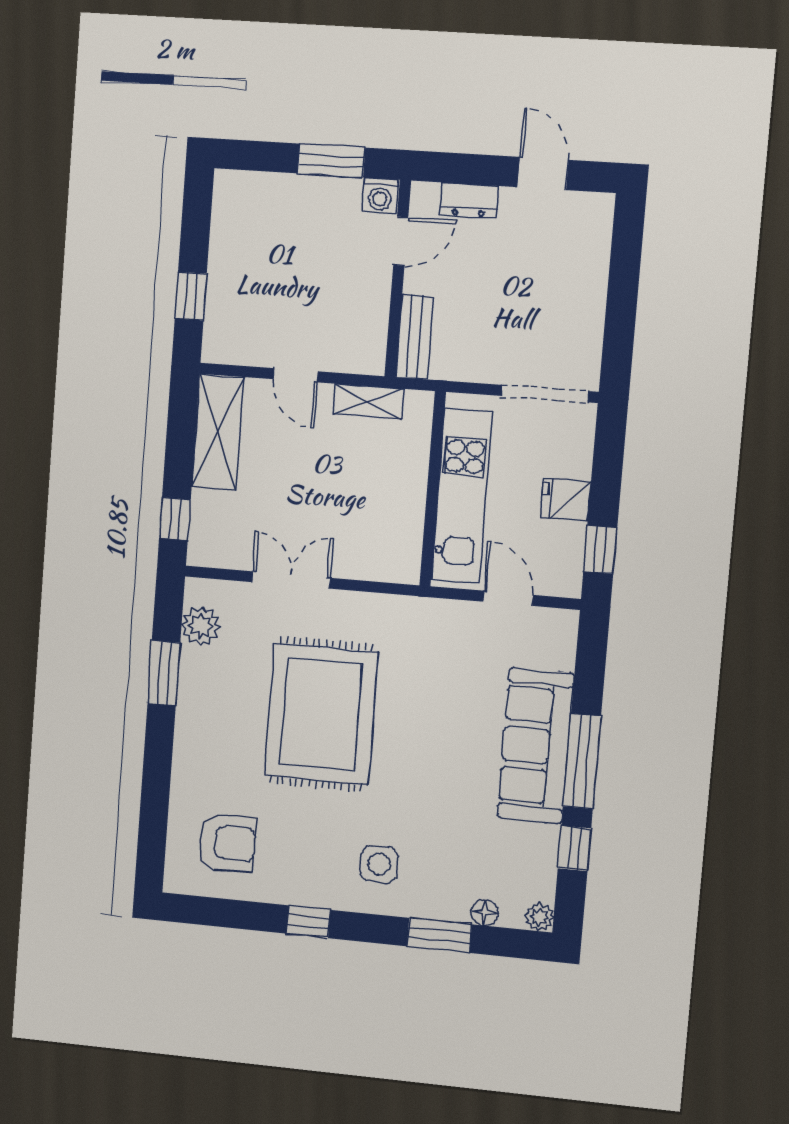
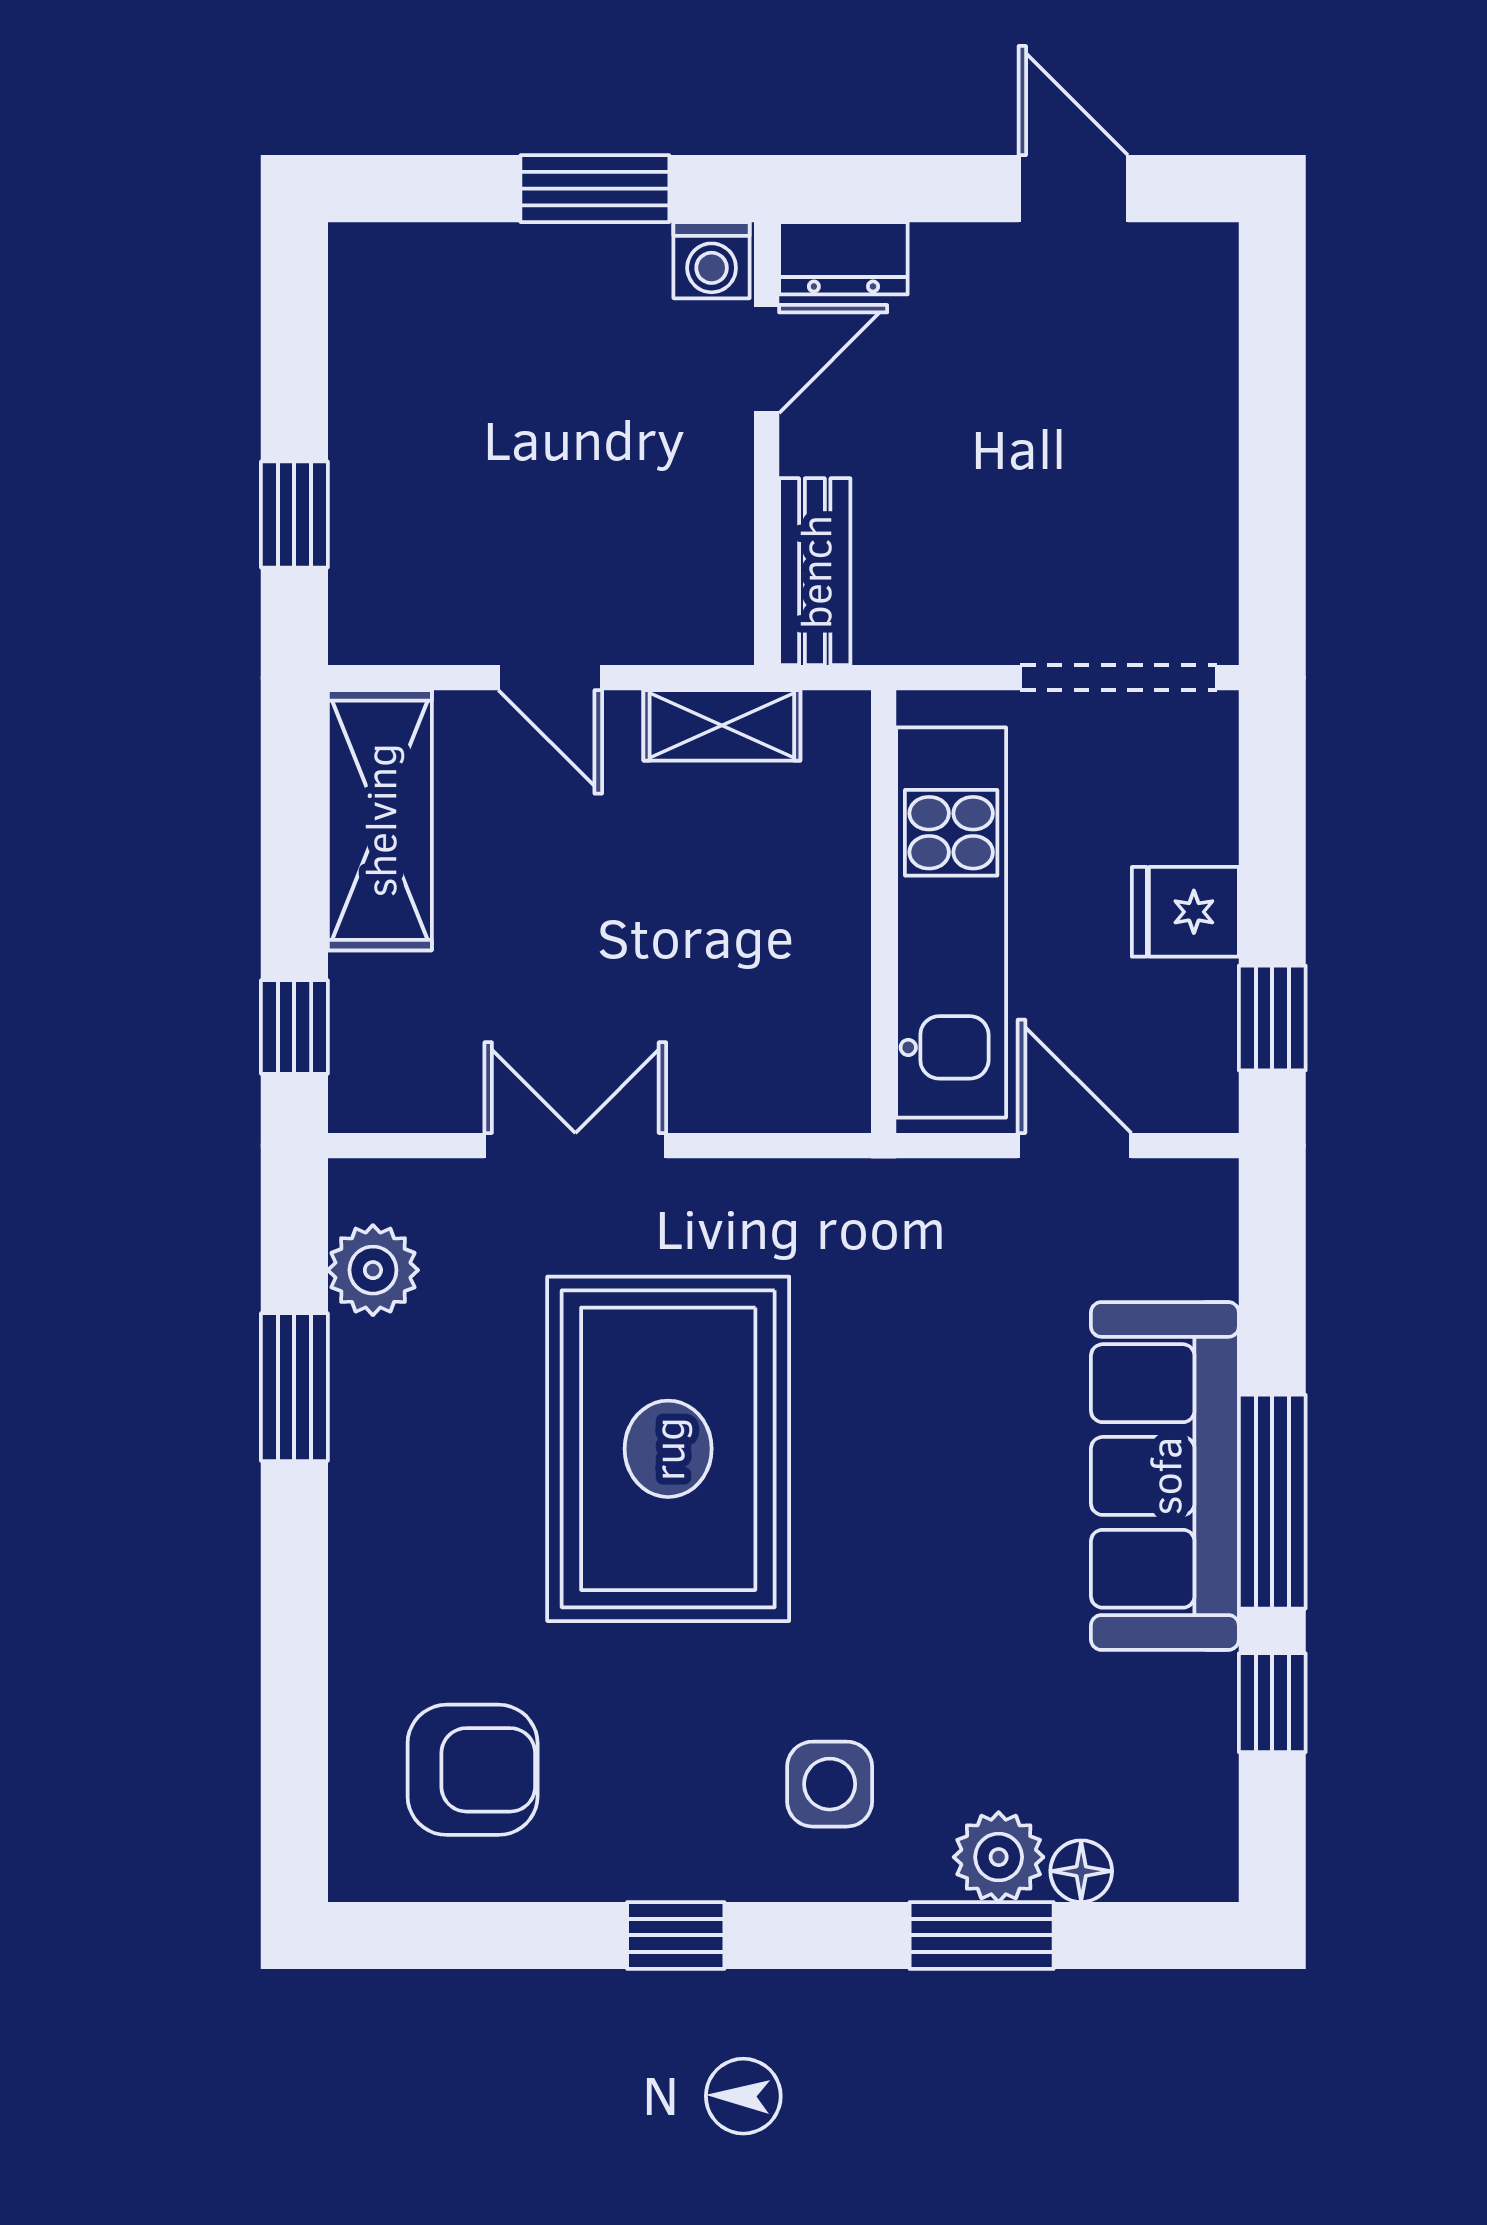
dresser: (469, 200) -> (843, 258), moved
plant: (539, 917) -> (999, 1857), moved, width x1.38, depth x1.38

